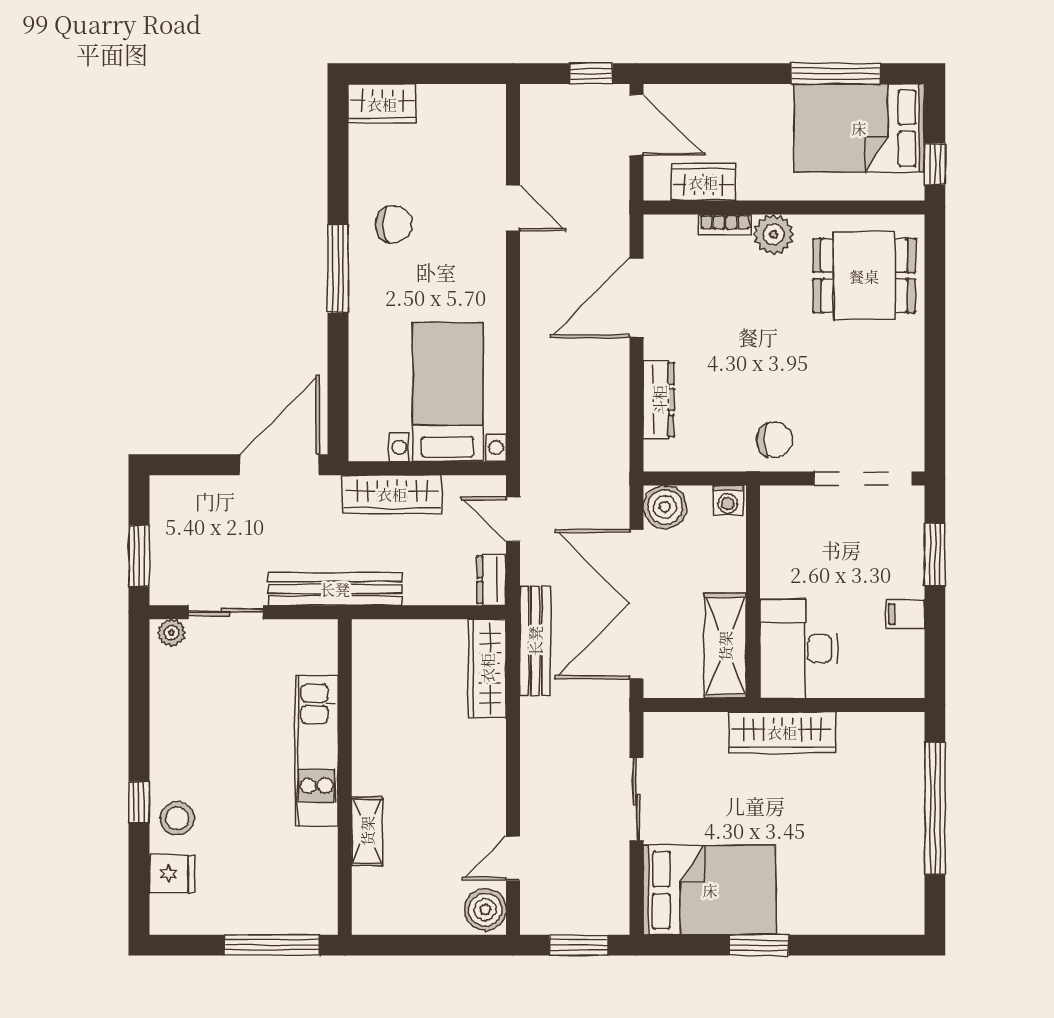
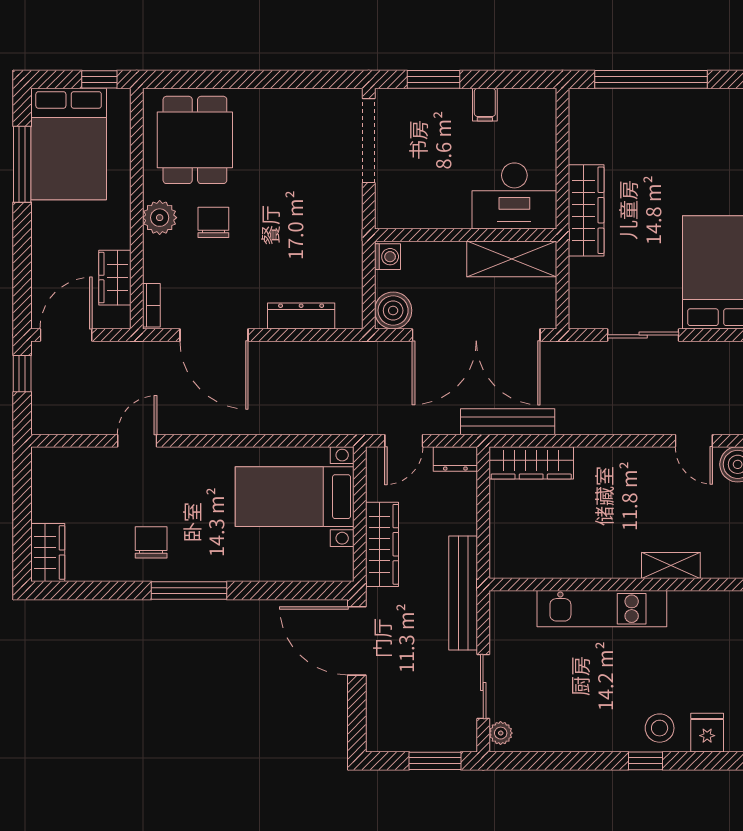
bookcase: (725, 225) -> (151, 305), moved
chair: (775, 440) -> (213, 222), moved

